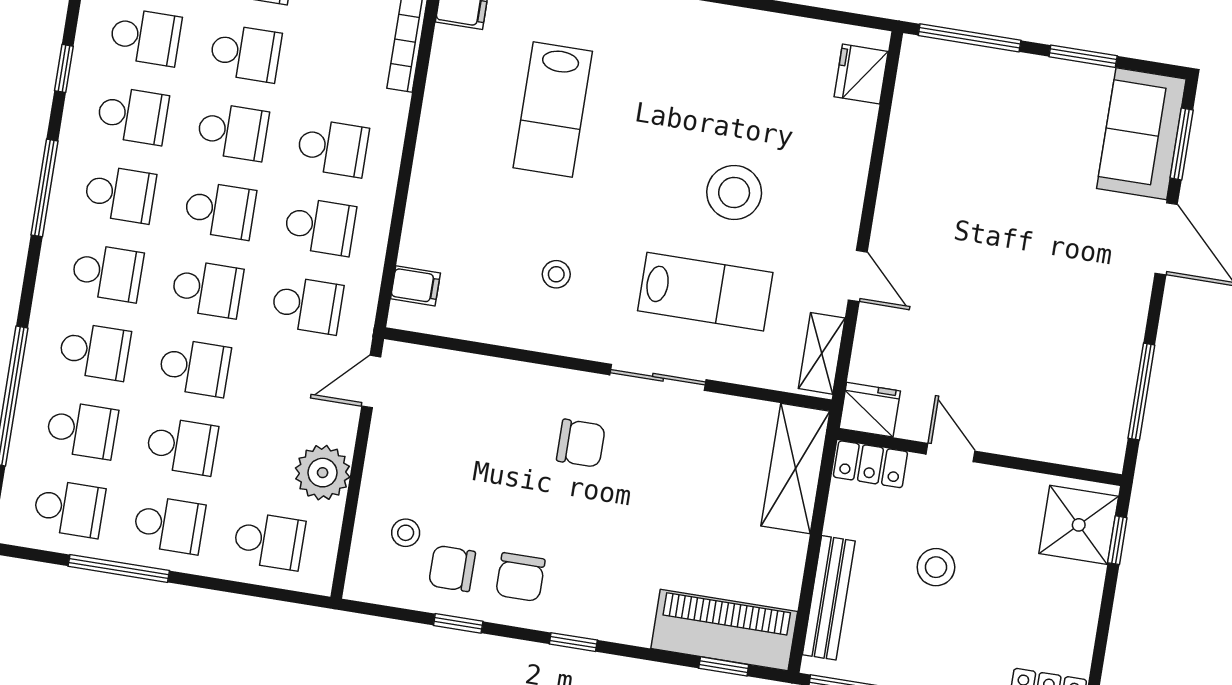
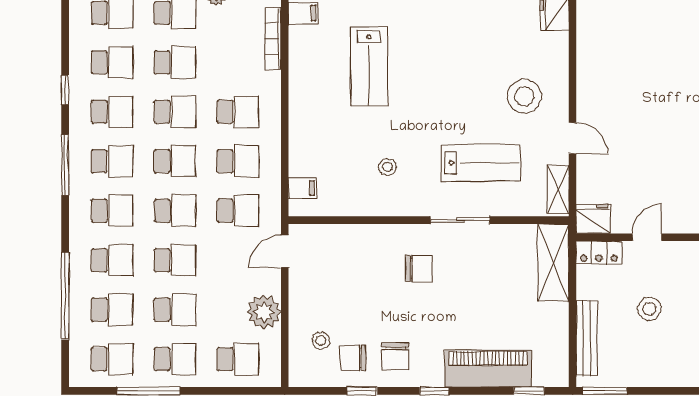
stool: (734, 192) -> (524, 96), moved
door: (951, 453) -> (647, 237), hinge flipped
piano: (724, 630) -> (488, 368), moved

